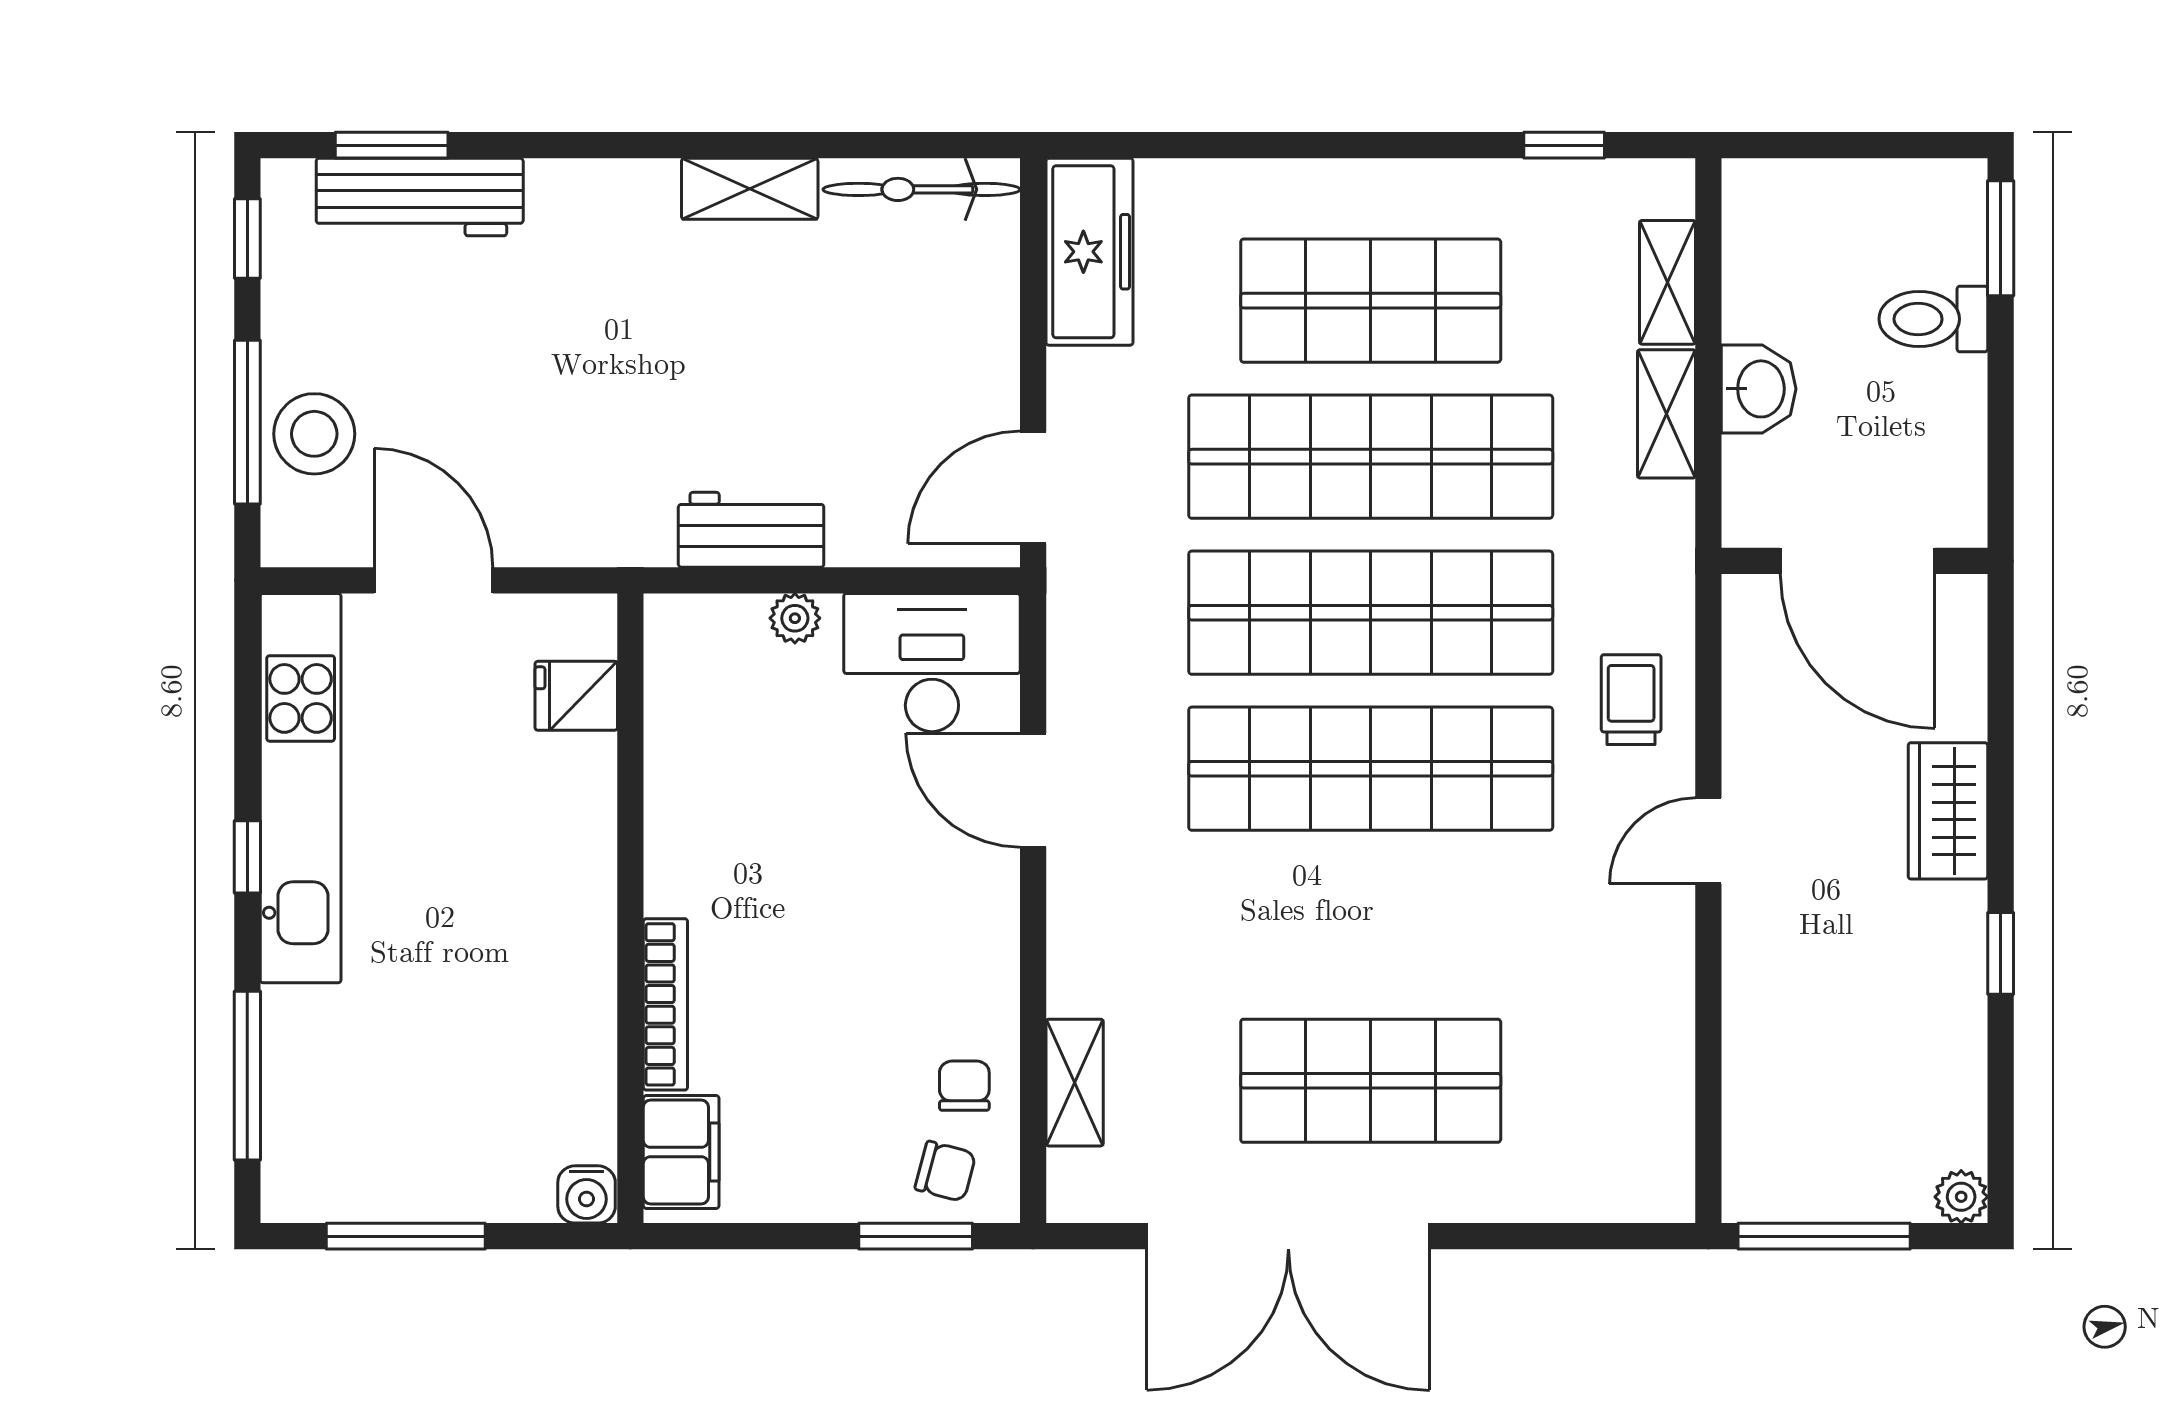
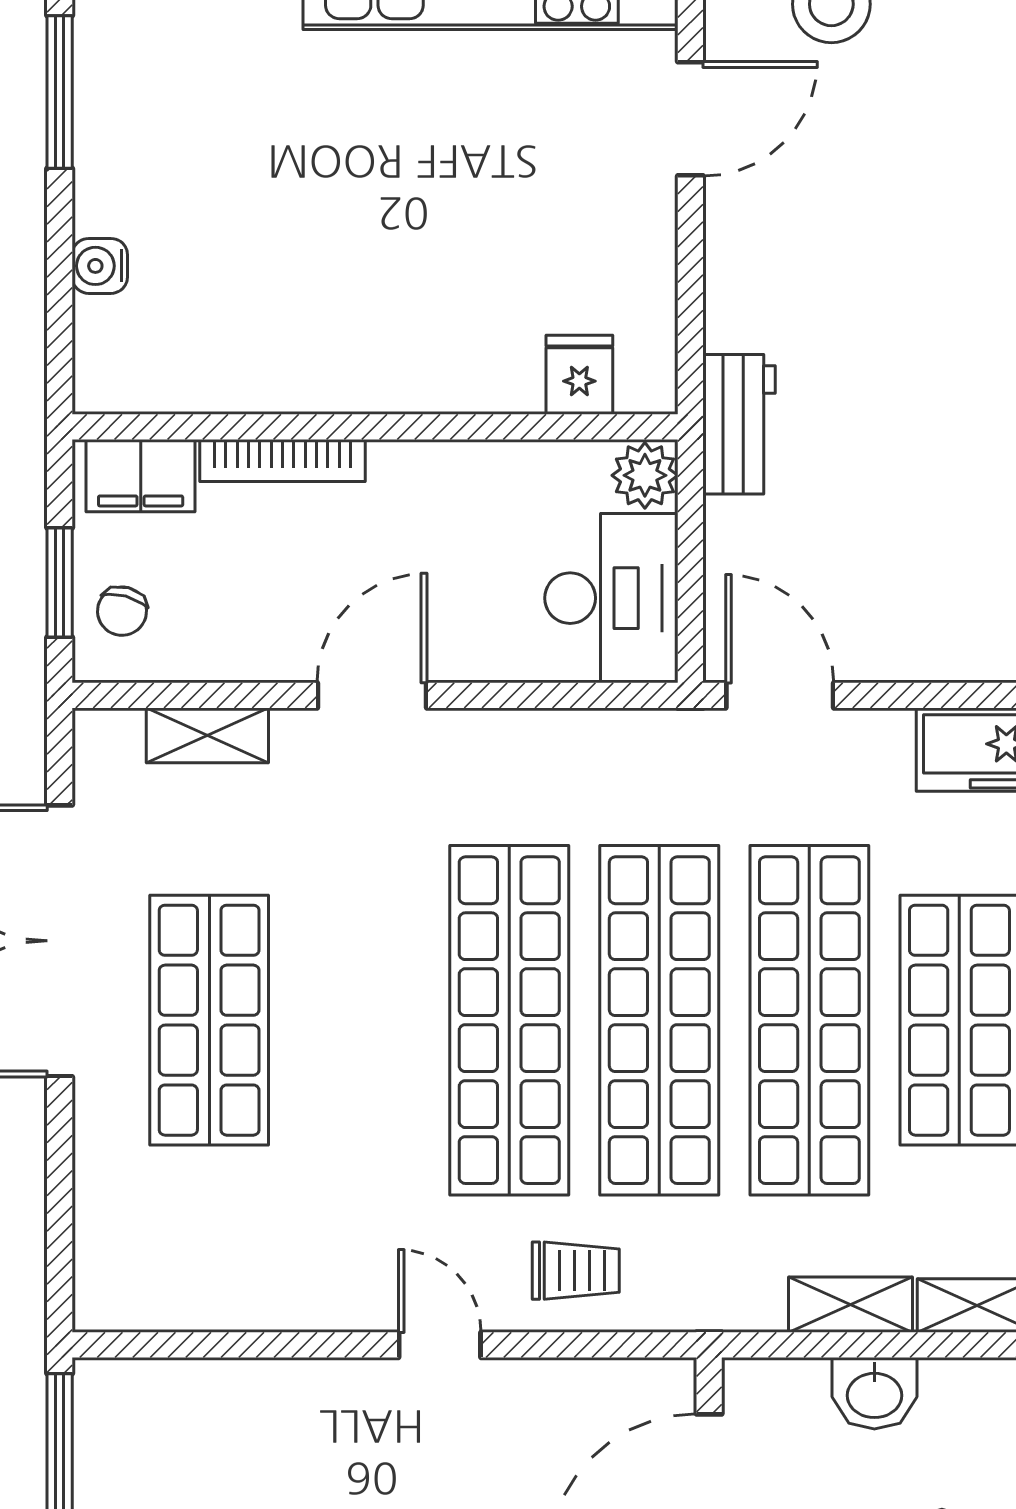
plant: (795, 618) -> (645, 475), width x1.38, depth x1.38
fridge: (576, 696) -> (579, 375), moved
door: (1033, 790) -> (372, 695), moved
wall: (630, 908) -> (375, 427), moved
bookcase: (665, 1004) -> (283, 460), moved
chair: (964, 1086) -> (204, 629), removed
filing cabinet: (681, 1152) -> (141, 476), moved

